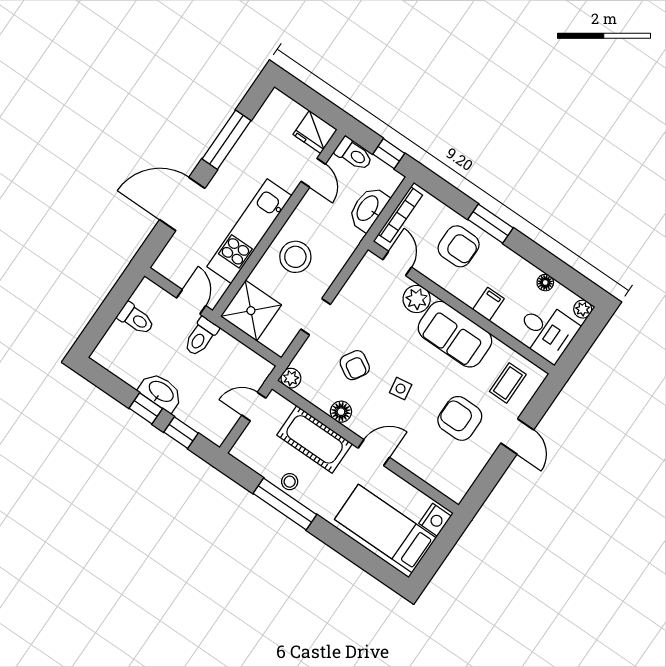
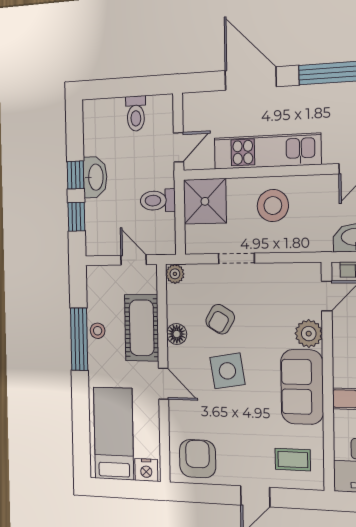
toilet: (201, 337) -> (158, 200), moved
side table: (401, 389) -> (227, 371), width x1.87, depth x1.87
armchair: (460, 418) -> (198, 459), moved

